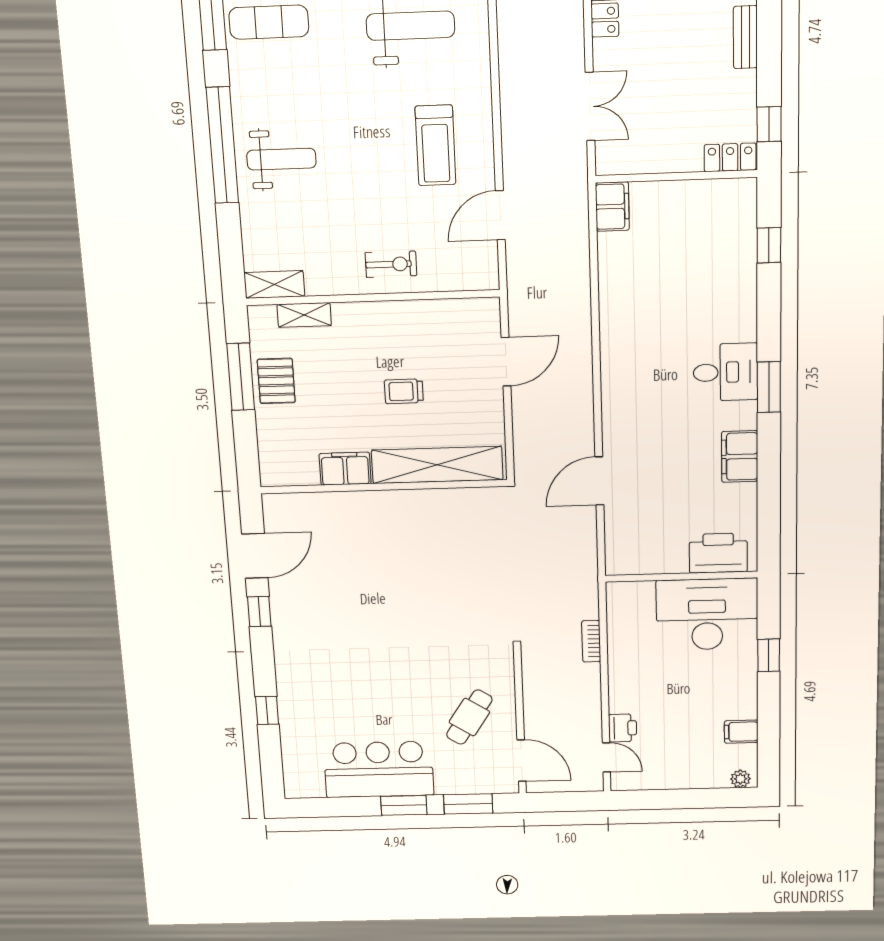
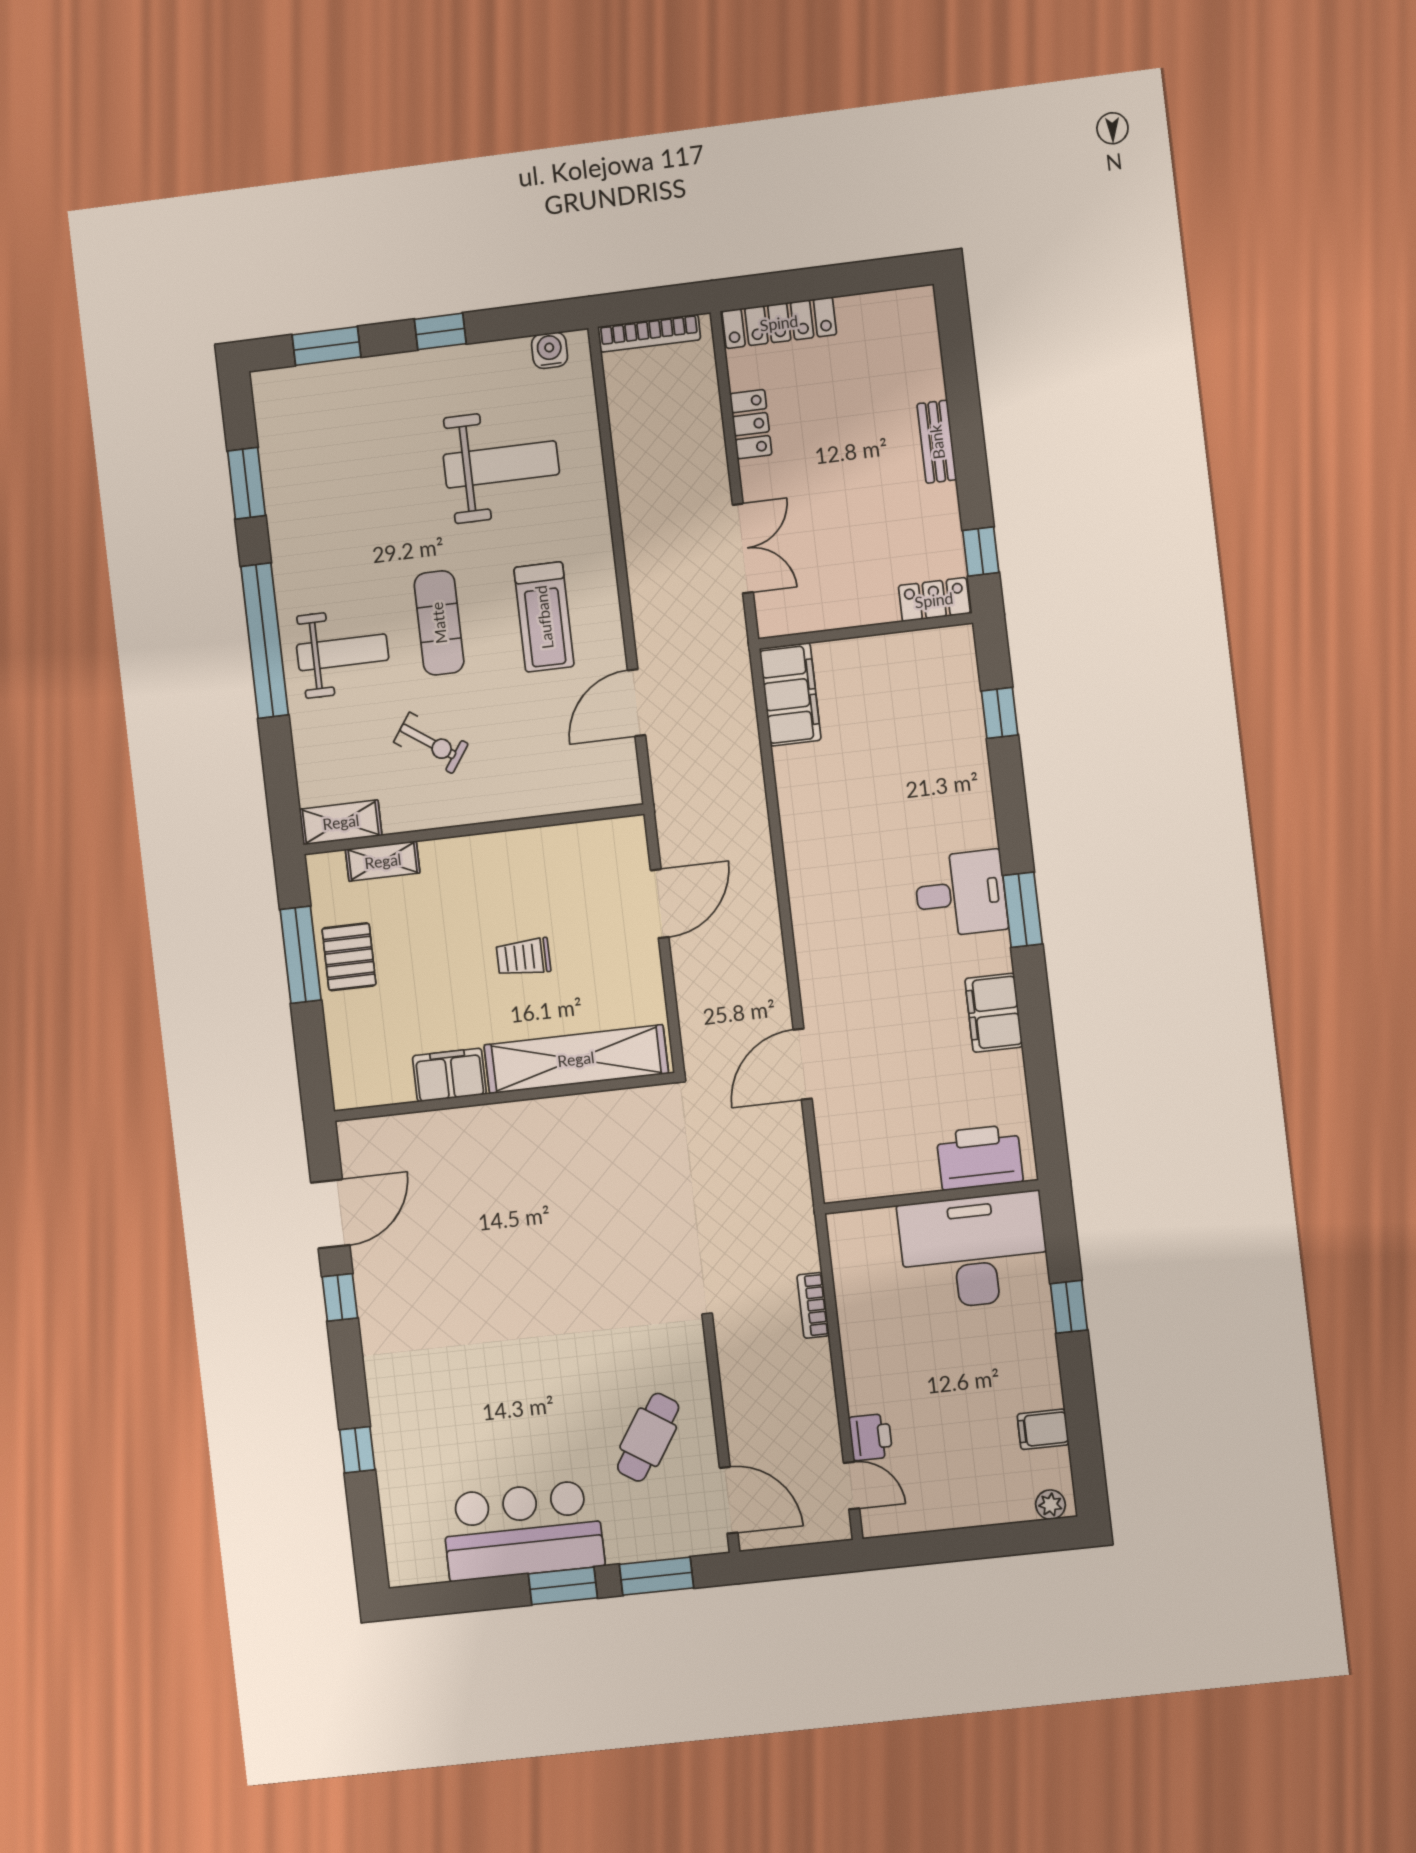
exercise mat: (269, 22) -> (439, 623), moved, turned 90
filing cabinet: (612, 207) -> (790, 694), width x1.50, depth x1.17
exercise bike: (391, 264) -> (431, 743), moved, turned 35

